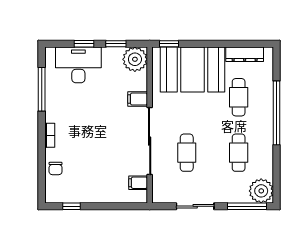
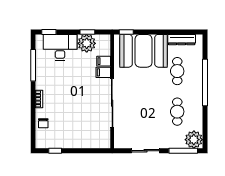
window: (84, 44) -> (49, 32), moved
plant: (135, 59) -> (87, 43), moved
cafe table: (187, 153) -> (139, 112), removed
filing cabinet: (138, 183) -> (104, 61), moved

